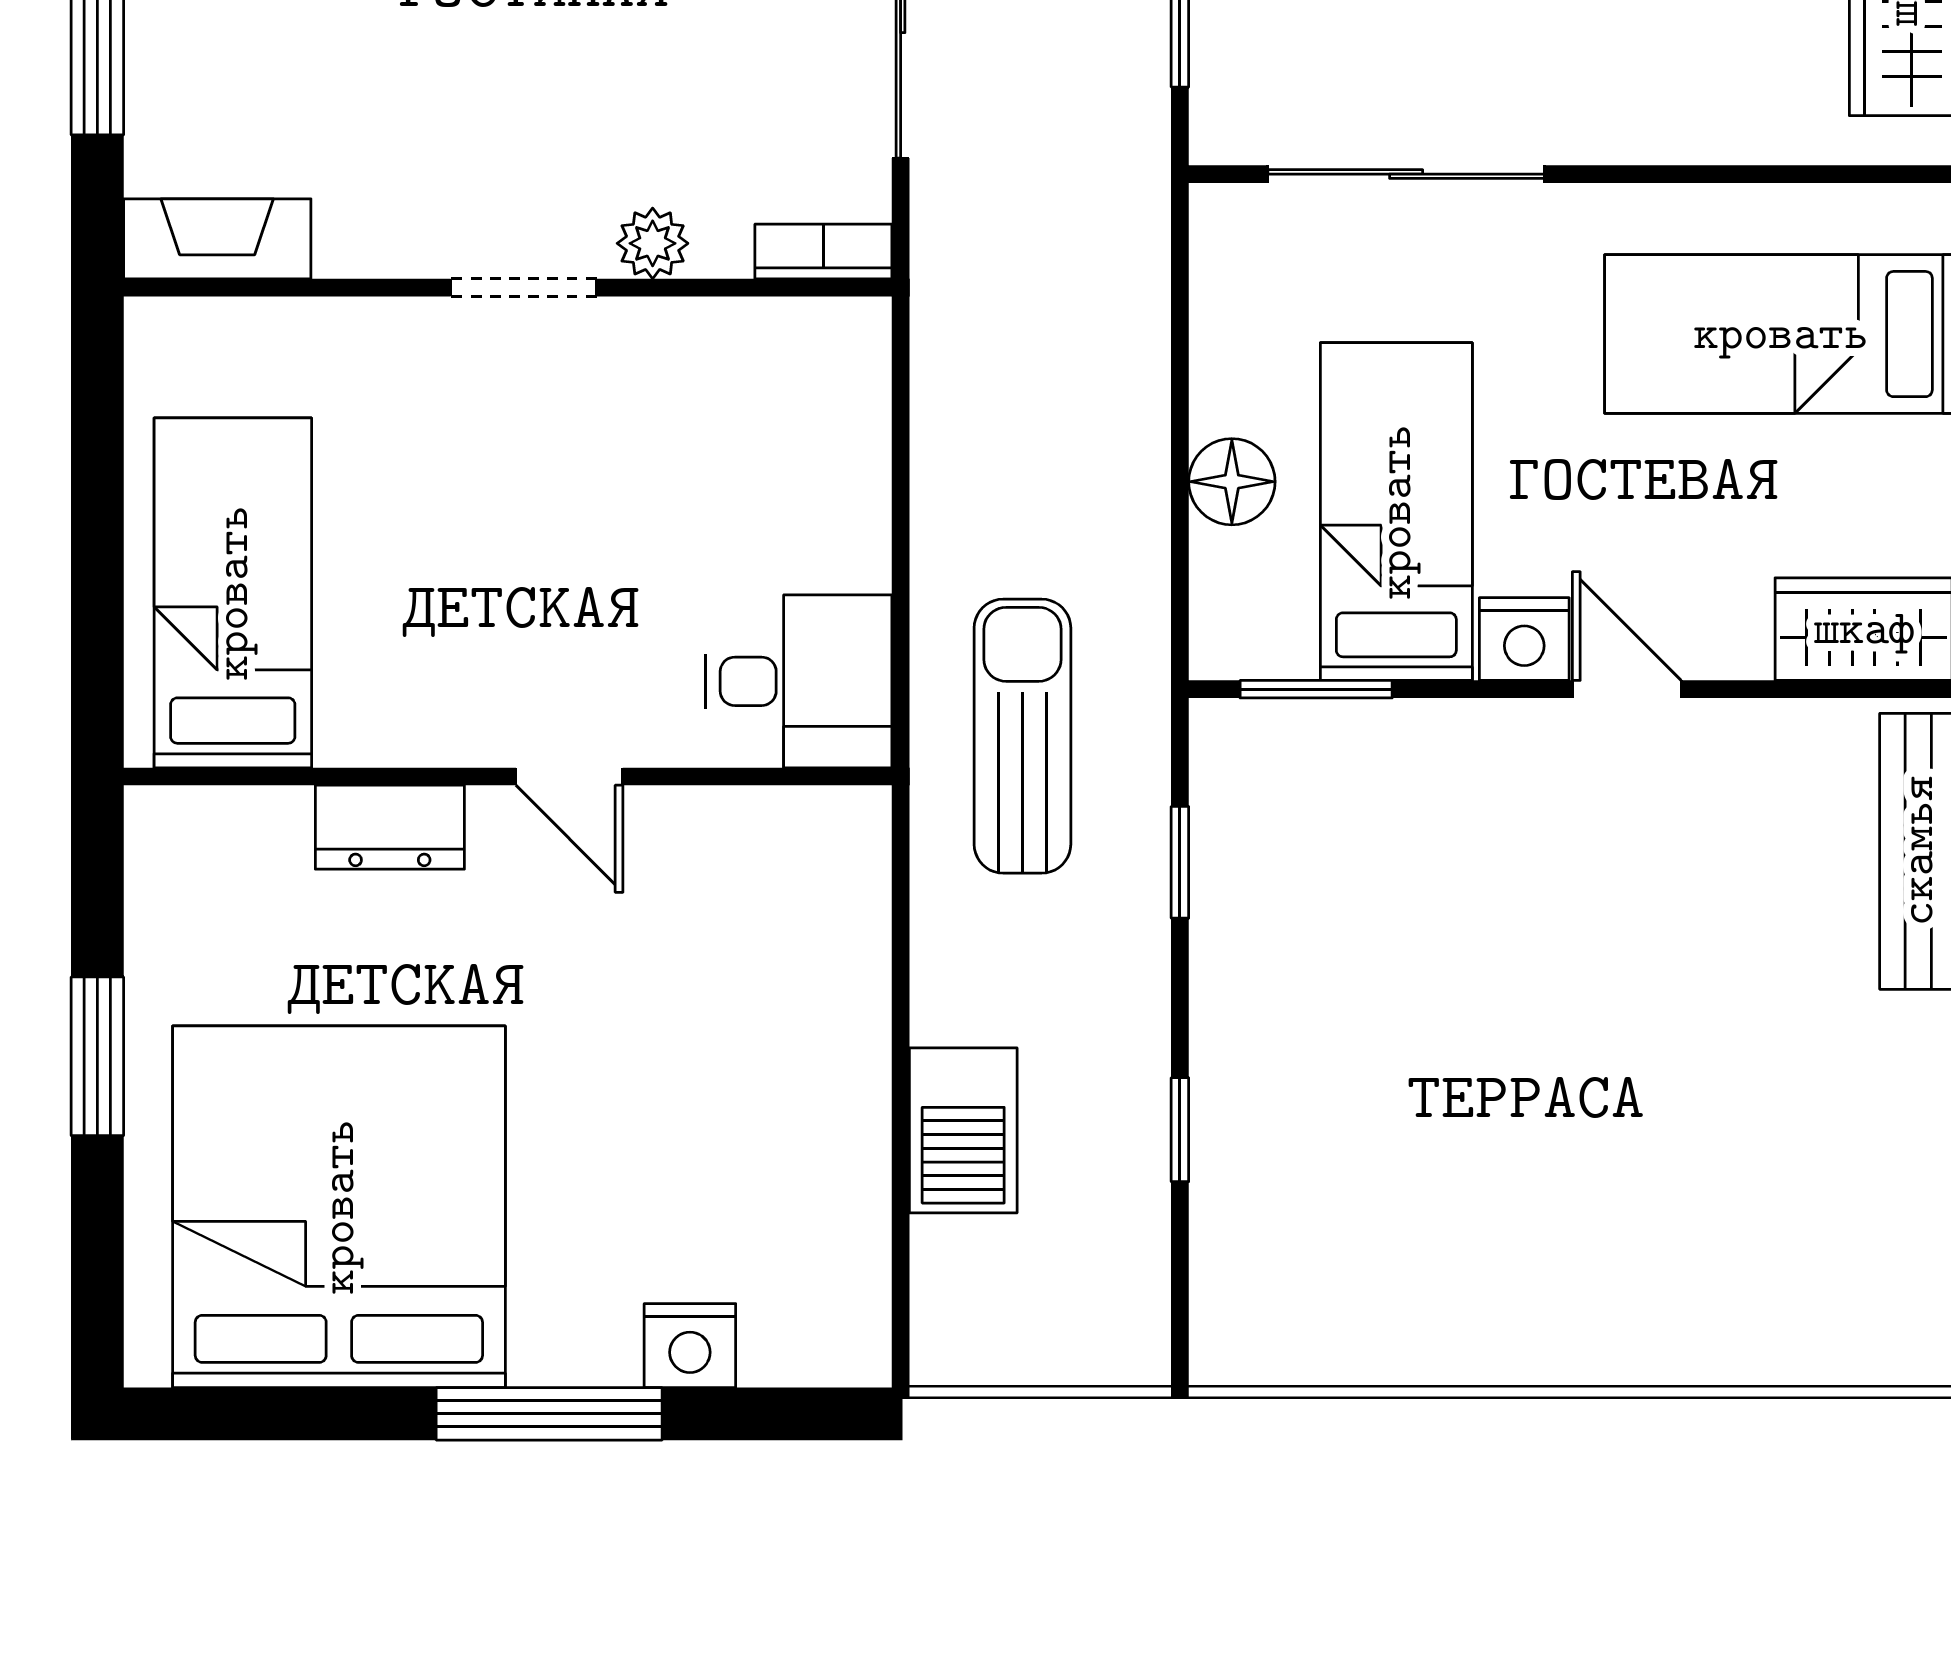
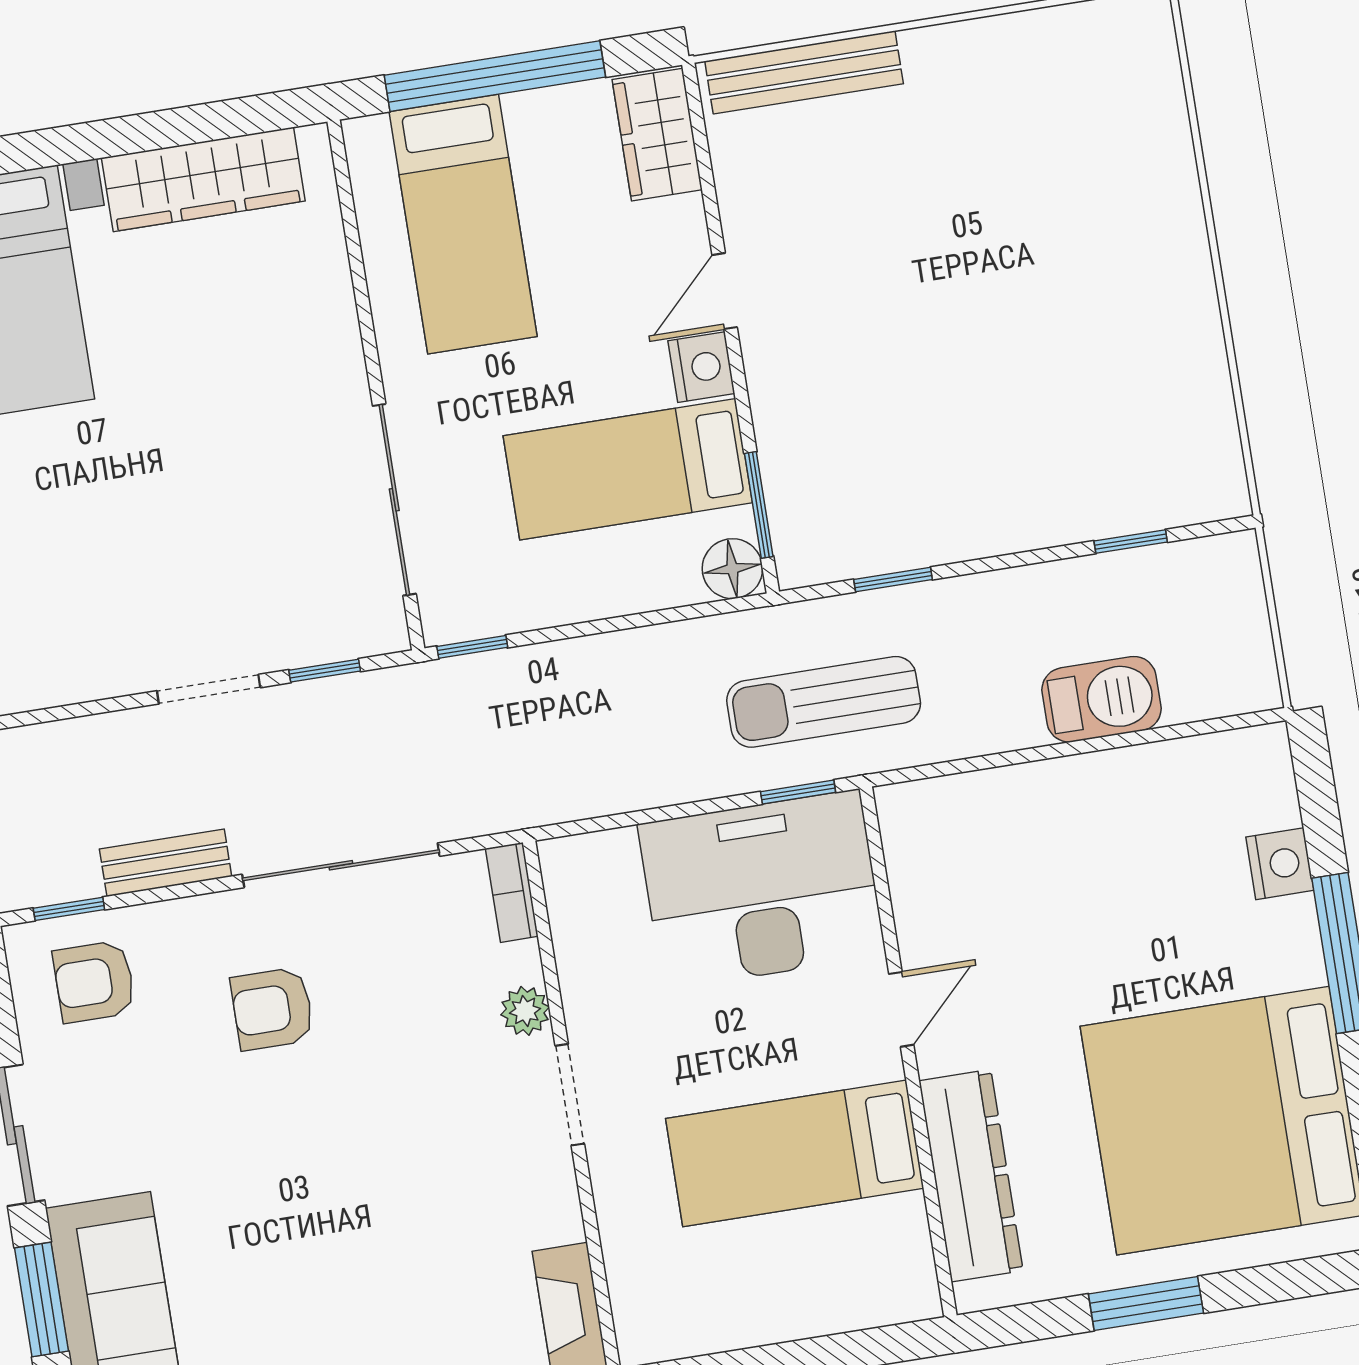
window: (1180, 251) -> (472, 647), added
floor lamp: (1232, 482) -> (732, 569), moved
bed: (233, 593) -> (795, 1153), moved
window: (901, 680) -> (798, 792), added
desk: (799, 681) -> (762, 890), width x1.87, depth x1.30
dresser: (390, 827) -> (971, 1176), width x1.96, depth x1.24
window: (1180, 1130) -> (1131, 542), moved

